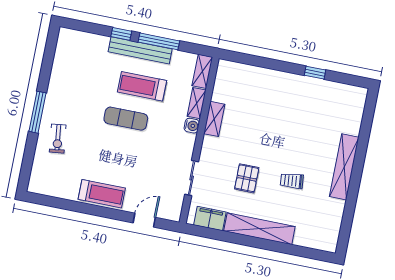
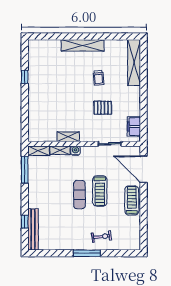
window: (121, 34) -> (25, 222), moved
window: (159, 41) -> (25, 170), moved
bench: (140, 50) -> (33, 229), moved
treadmill: (142, 86) -> (100, 191), moved
door: (144, 220) -> (144, 169), width x1.87
shelving: (259, 229) -> (134, 63), moved

